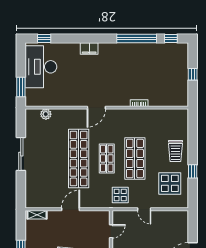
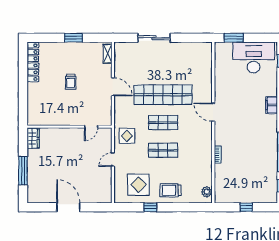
plant: (46, 114) -> (207, 192), moved
sliding door: (21, 154) -> (154, 38), moved
shop shelf: (135, 158) -> (163, 150), width x0.70, depth x0.74
door: (111, 231) -> (91, 127), hinge flipped

